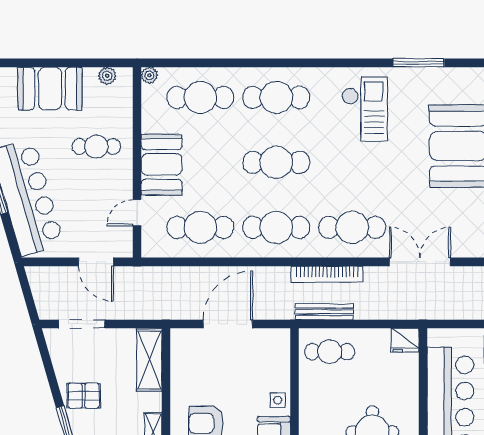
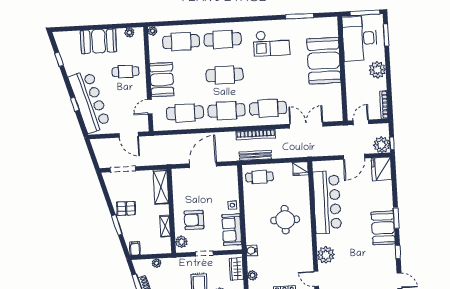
checkout: (365, 109) -> (271, 43), turned 90

